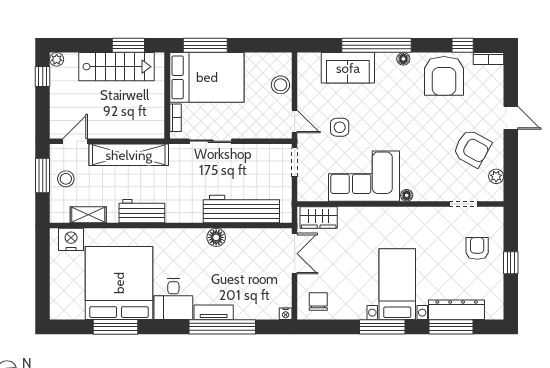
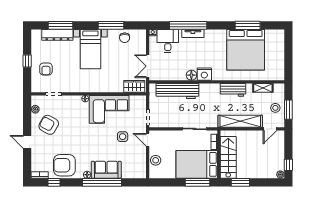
stairs: (117, 67) -> (228, 157), moved, turned 90
sofa: (348, 68) -> (106, 170), moved
armchair: (444, 76) -> (64, 165), turned -90
nightstand: (71, 239) -> (204, 74), moved
desk: (173, 299) -> (168, 41), moved
chair: (318, 302) -> (125, 38), moved
window: (382, 327) -> (111, 25), moved

